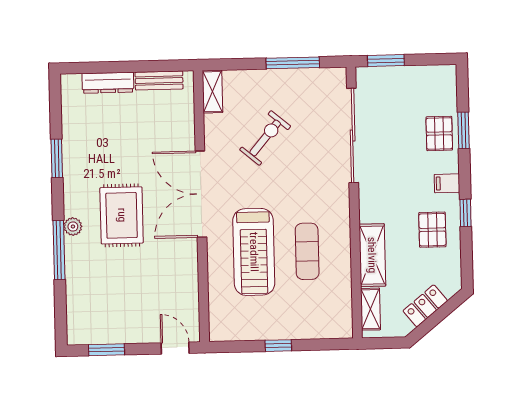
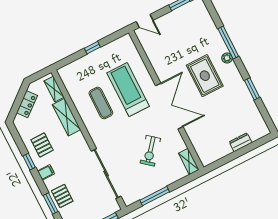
bench: (159, 81) -> (219, 154), removed
dresser: (108, 83) -> (240, 142), width x0.70

